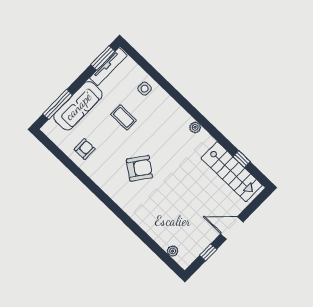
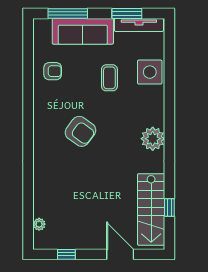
window: (103, 58) -> (127, 14), moved
side table: (145, 89) -> (150, 72), width x1.87, depth x1.87
plant: (195, 127) -> (153, 139), width x1.88, depth x1.88
door: (232, 228) -> (120, 254), moved

